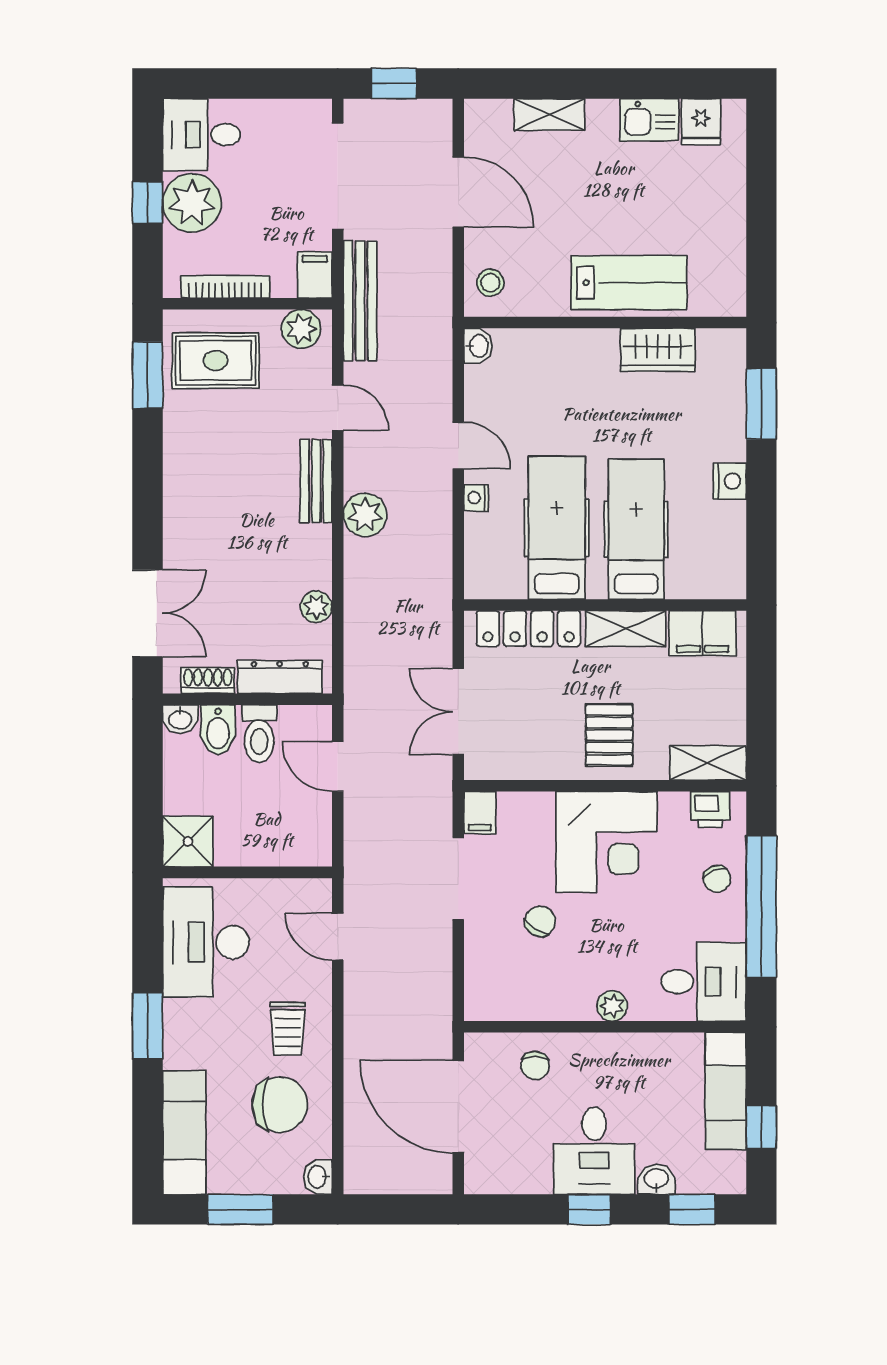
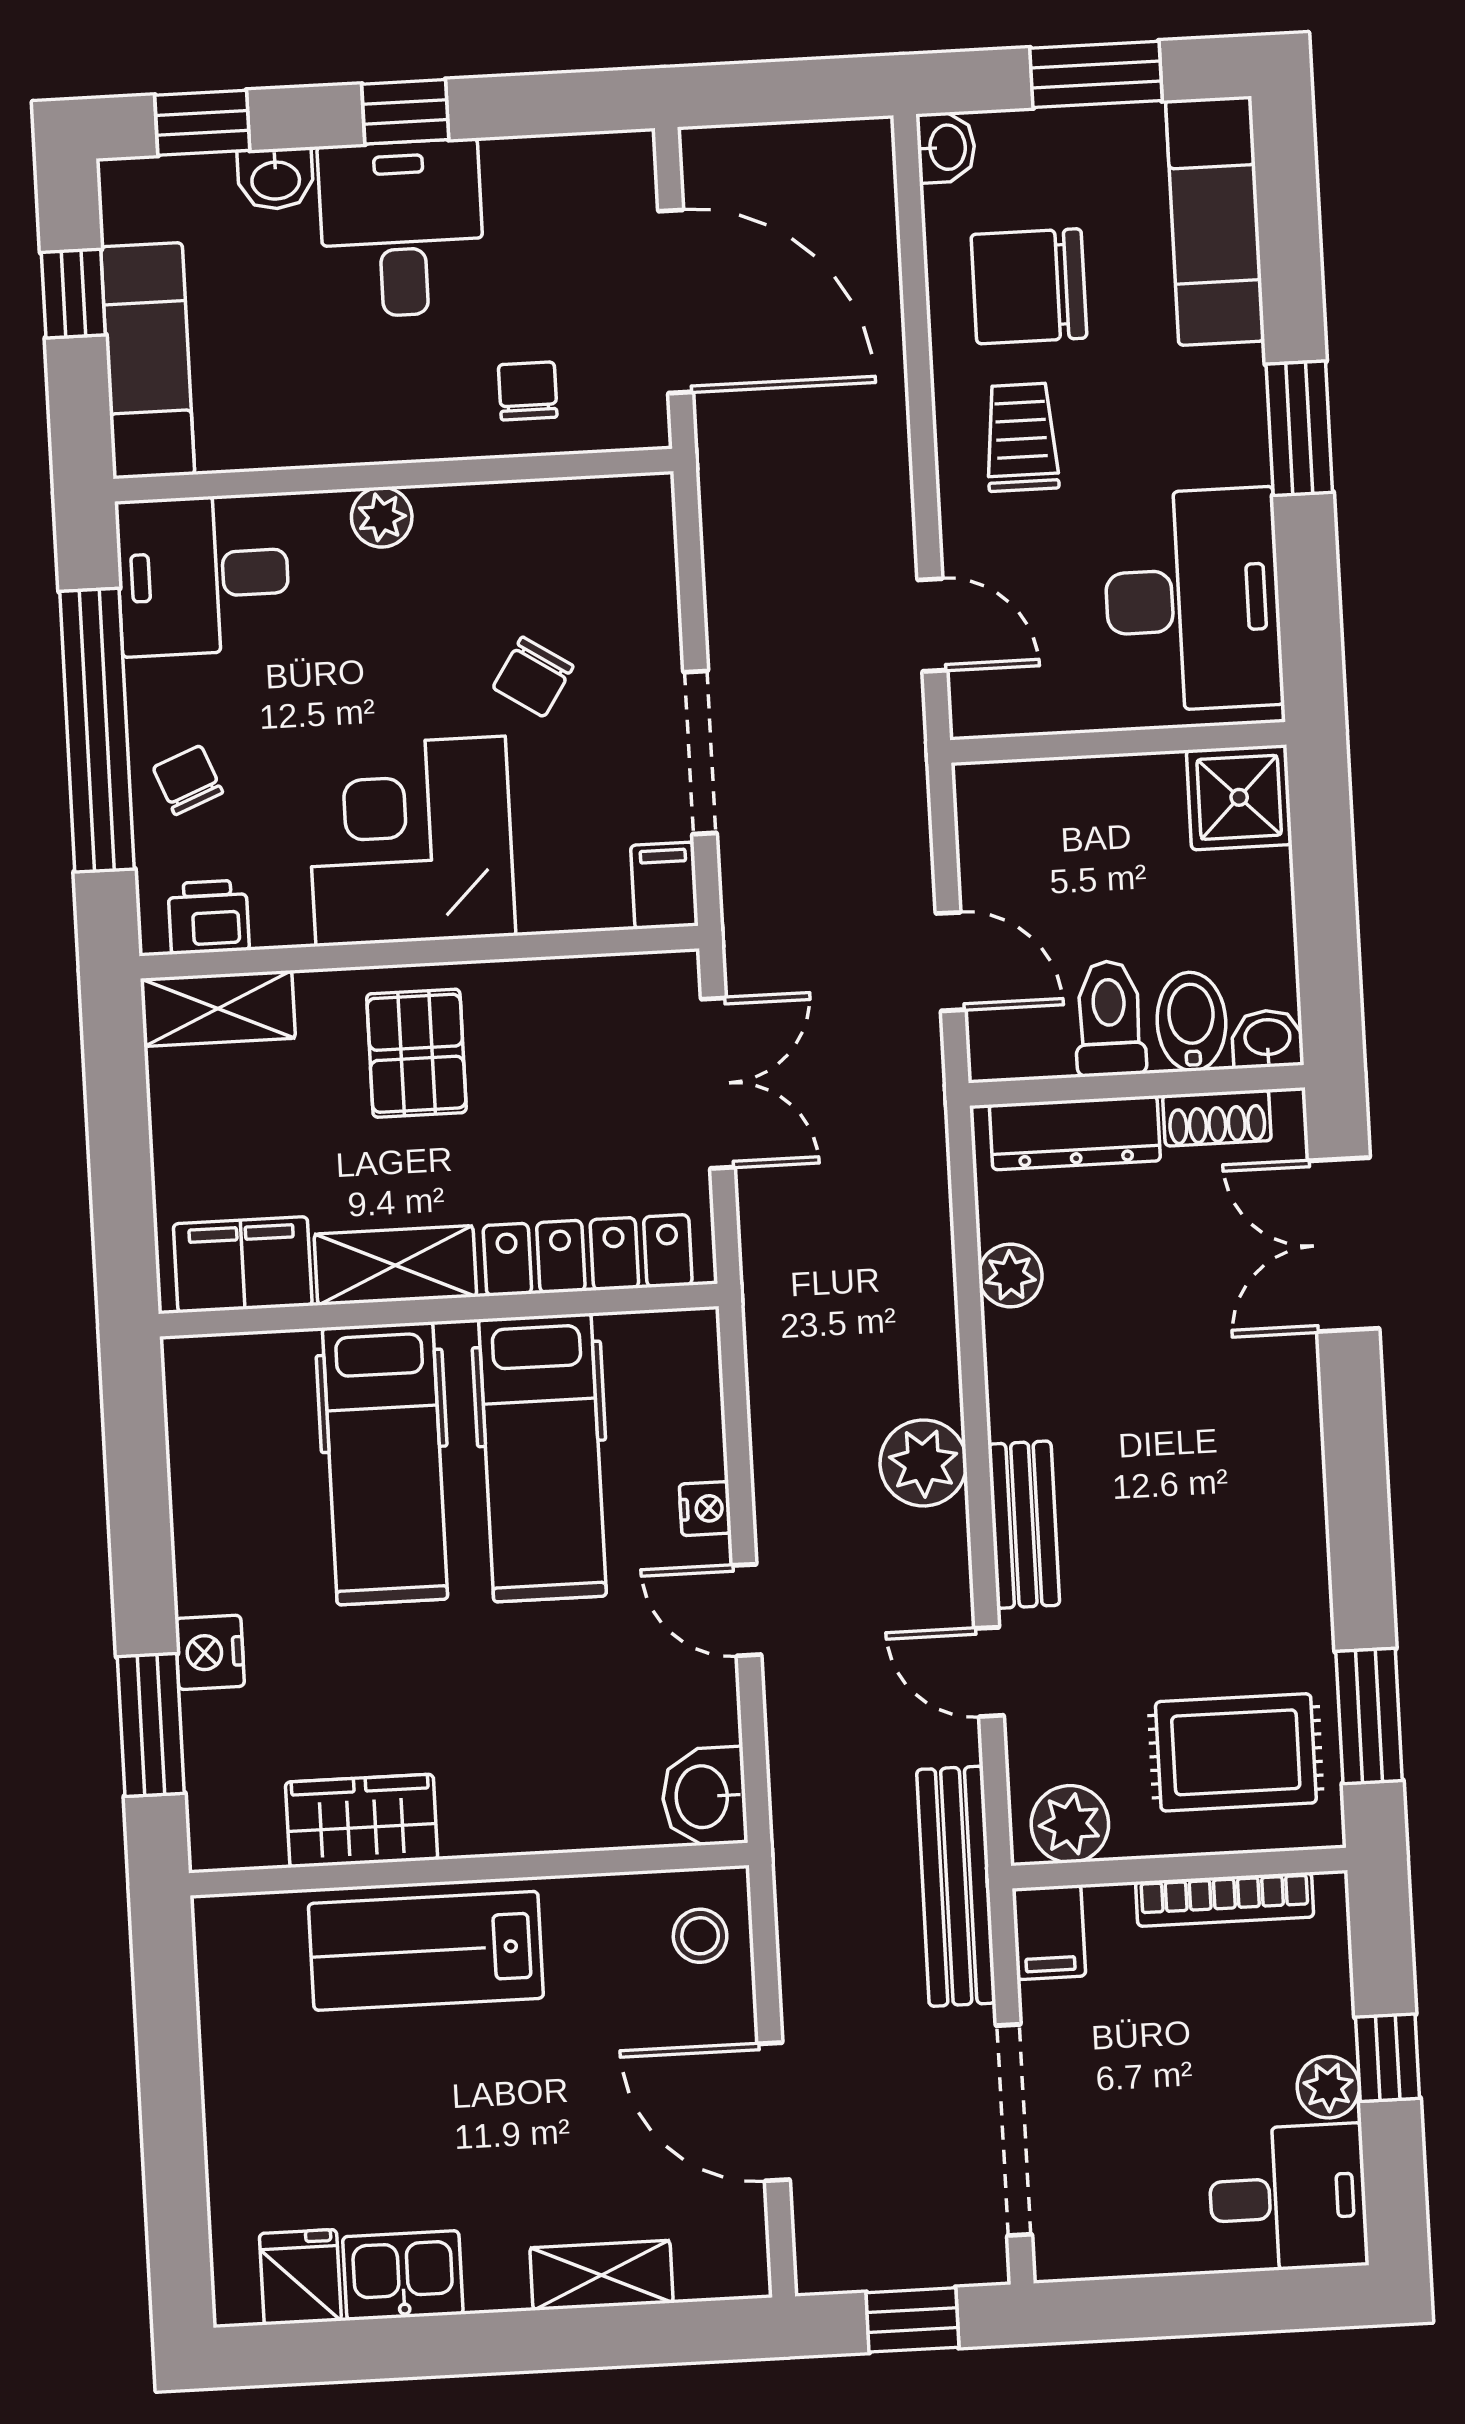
plant: (192, 203) -> (1328, 2087), width x0.53, depth x0.53
washbasin: (478, 346) -> (704, 1797), width x1.38, depth x1.45
nightstand: (730, 481) -> (210, 1652), moved

